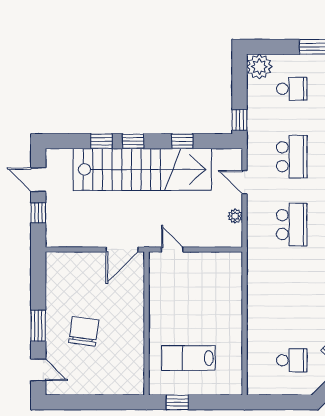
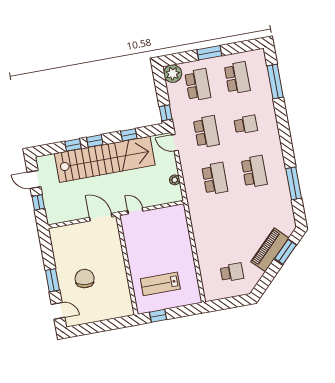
school desk: (292, 89) -> (198, 85), width x1.85
door: (245, 182) -> (175, 143), moved
door: (122, 249) -> (101, 217), swing flipped

